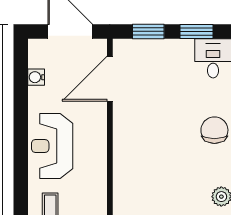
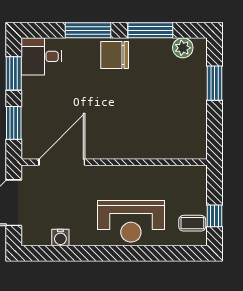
door: (110, 79) -> (62, 162), swing flipped

